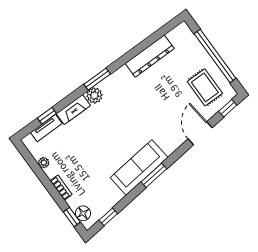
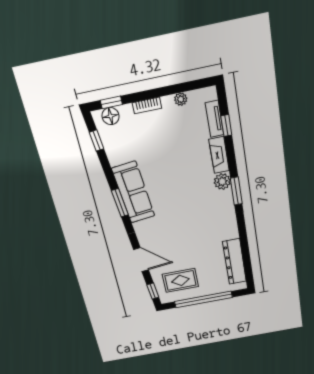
dresser: (150, 56) -> (235, 262), moved

